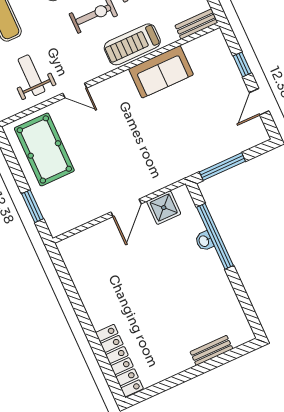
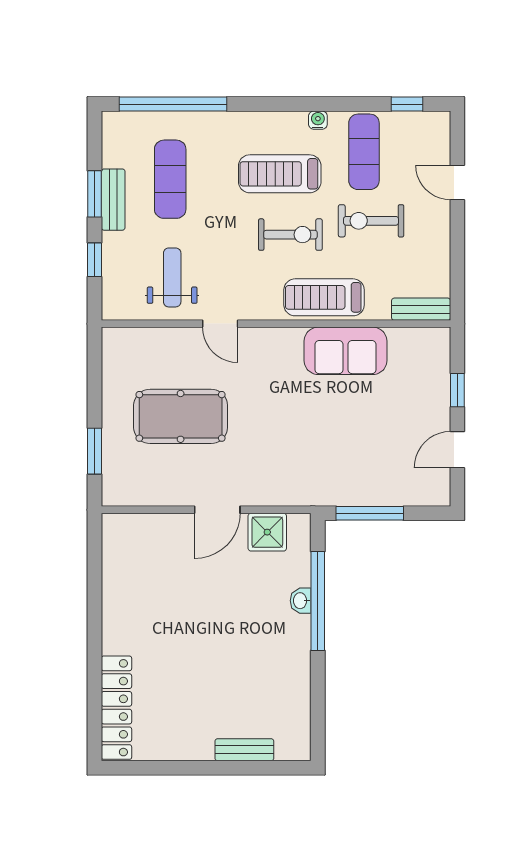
pool table: (44, 149) -> (181, 416), moved, turned 90

